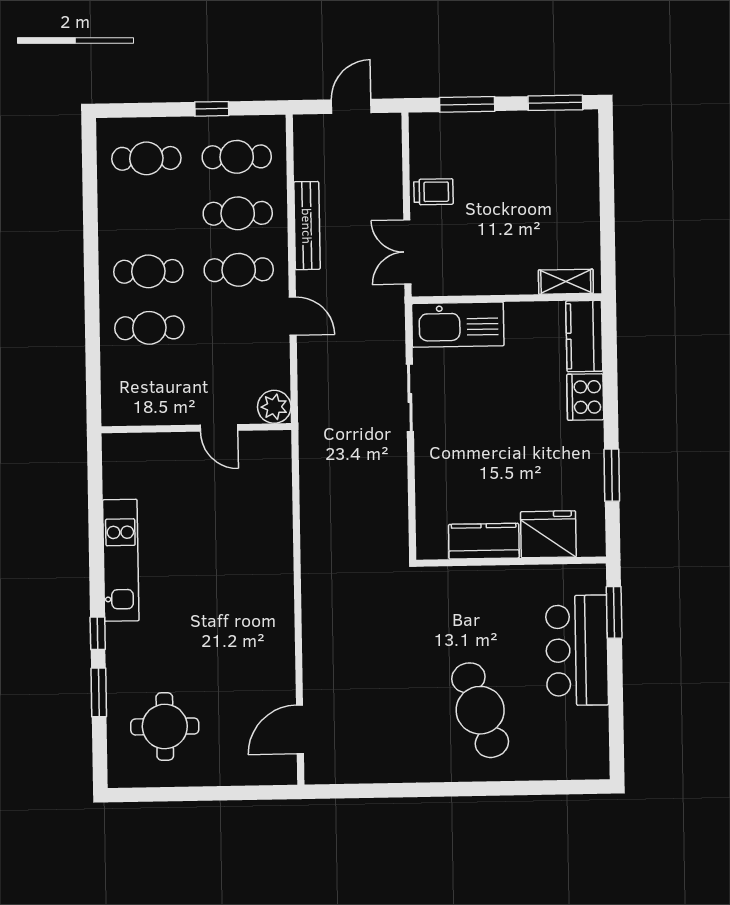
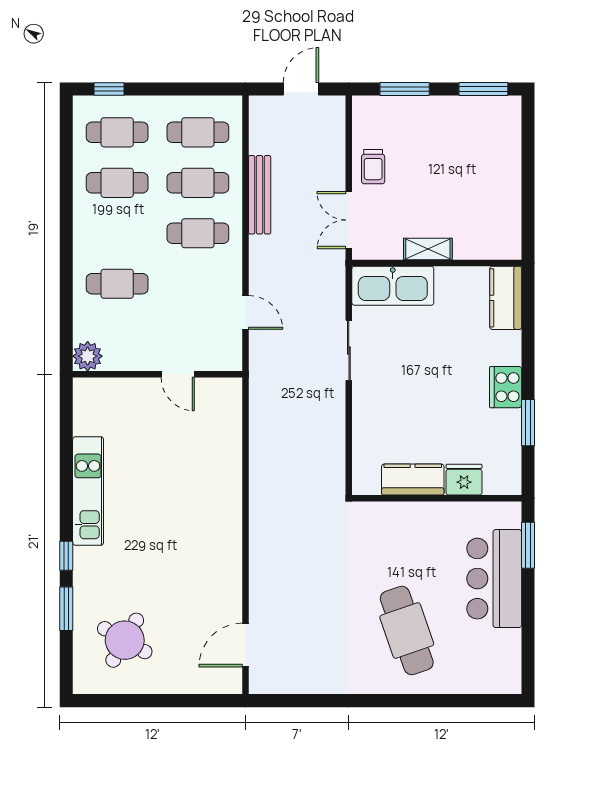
window: (212, 109) -> (109, 89), moved
trolley: (433, 192) -> (373, 167), turned 90
cafe table: (148, 271) -> (117, 183), moved
shelving: (566, 282) -> (428, 249), moved
door: (293, 316) -> (245, 312), moved
cooker: (585, 397) -> (506, 387), moved
plant: (274, 407) -> (88, 356), moved
fridge: (548, 534) -> (464, 480), width x0.73, depth x0.75
round table: (165, 726) -> (125, 640), turned 30

